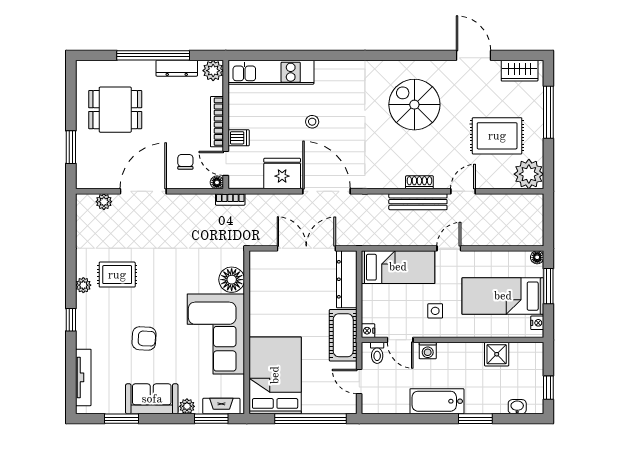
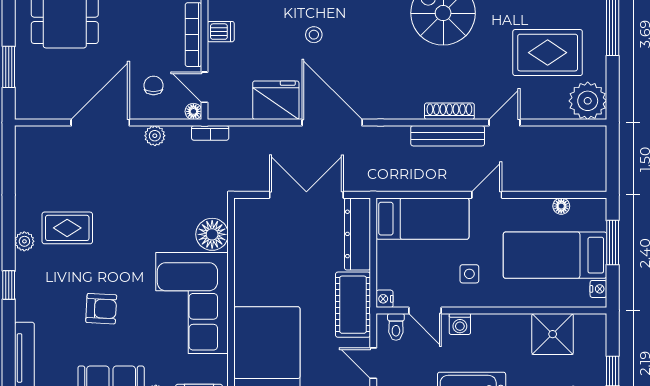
dishwasher: (239, 138) -> (221, 32), moved
shoe rack: (419, 182) -> (449, 111), width x1.43
plant: (104, 202) -> (155, 136), moved
floor lamp: (537, 257) -> (561, 206), moved
shower: (497, 354) -> (553, 334), width x1.36, depth x1.36

